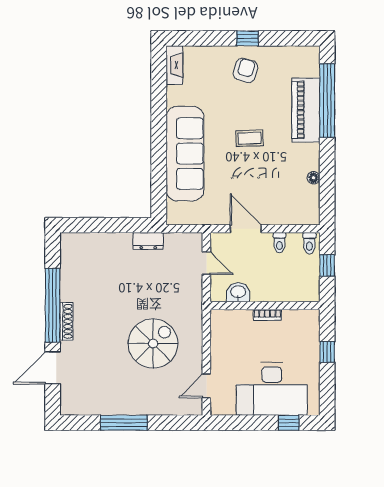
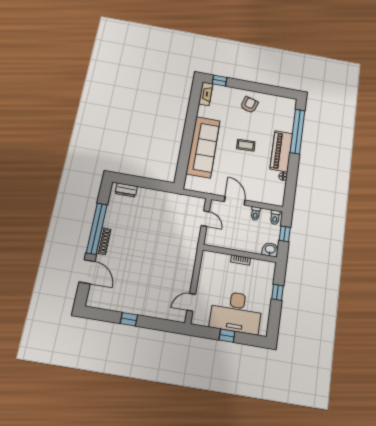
window: (247, 38) -> (220, 81), moved
piano: (306, 110) -> (281, 151), moved
dresser: (148, 241) -> (126, 190), moved
washbasin: (238, 292) -> (270, 250), moved
spiral stairs: (153, 344) -> (160, 266), removed
door: (53, 368) -> (87, 272), swing flipped
window: (124, 423) -> (129, 319), width x0.46
window: (289, 423) -> (227, 336), moved

